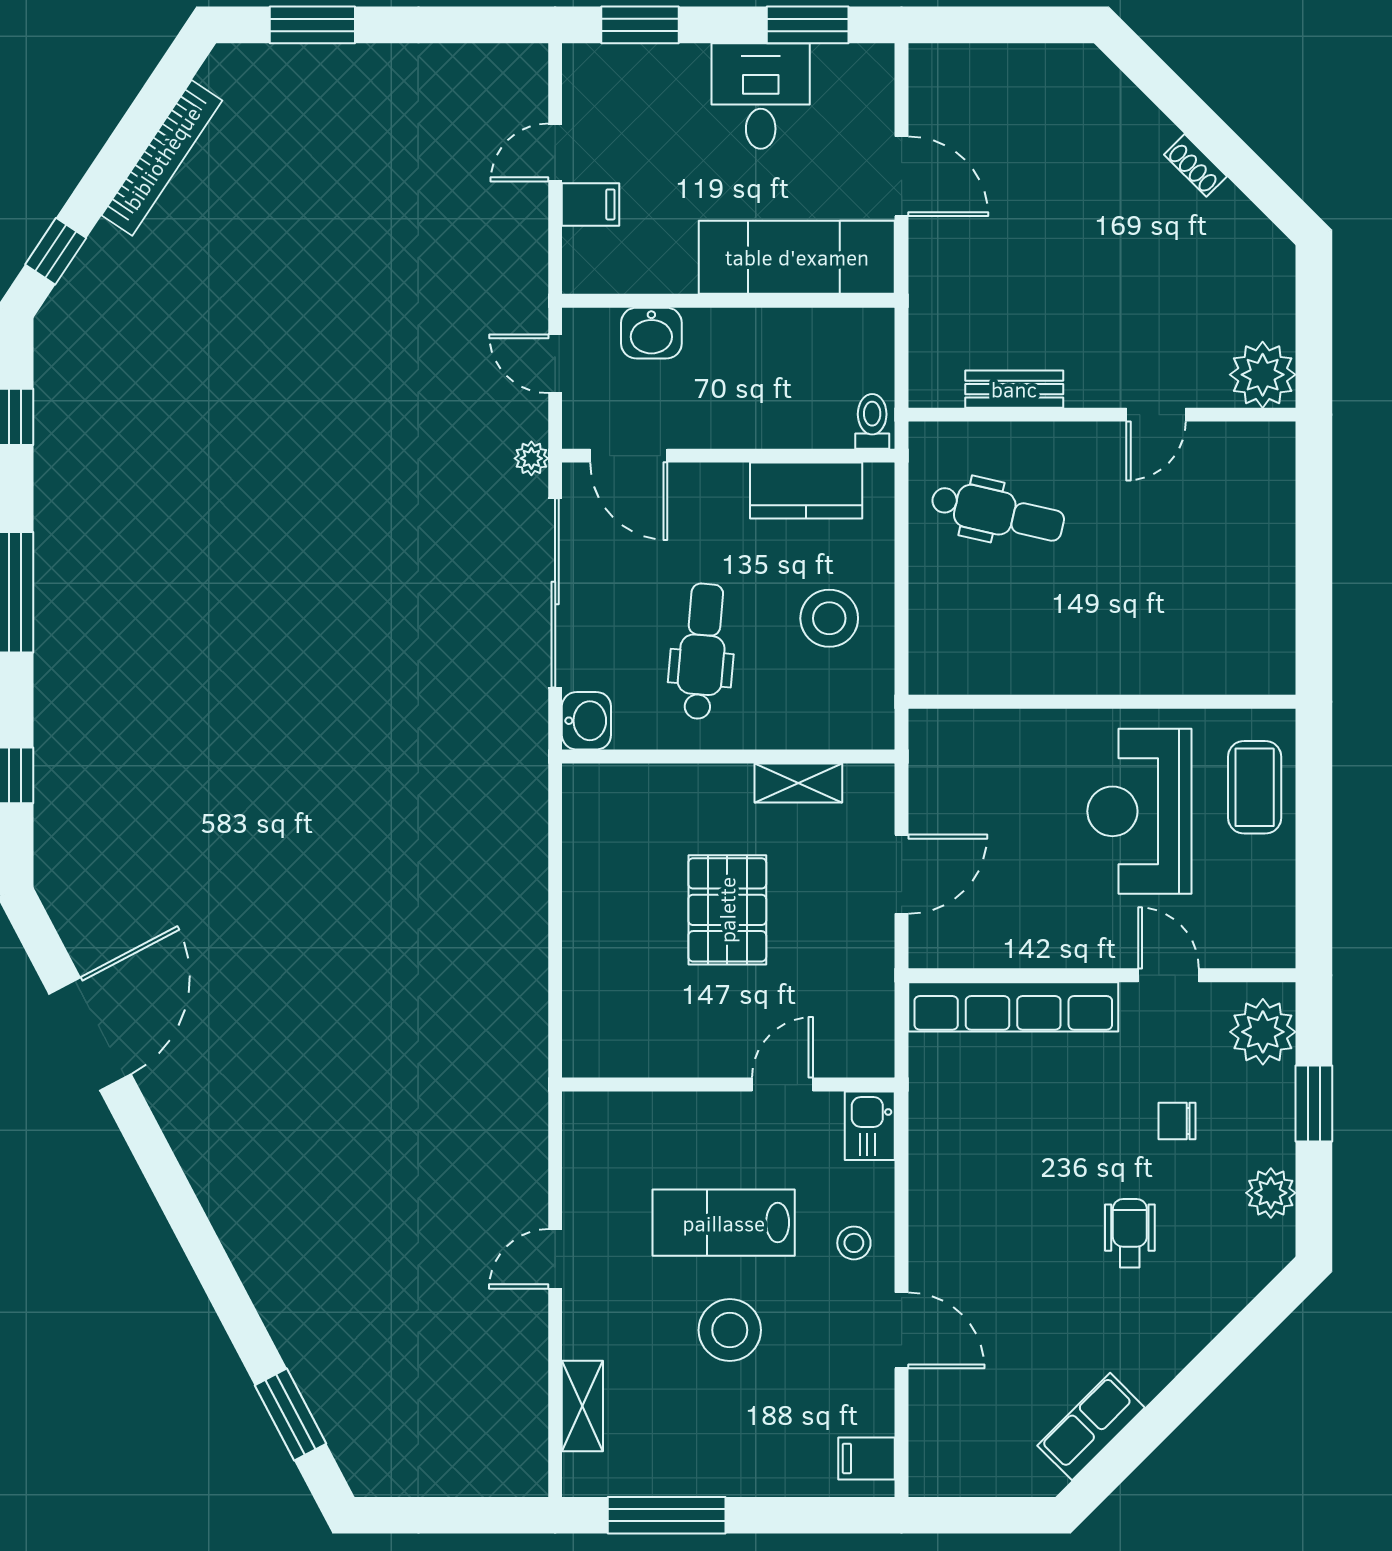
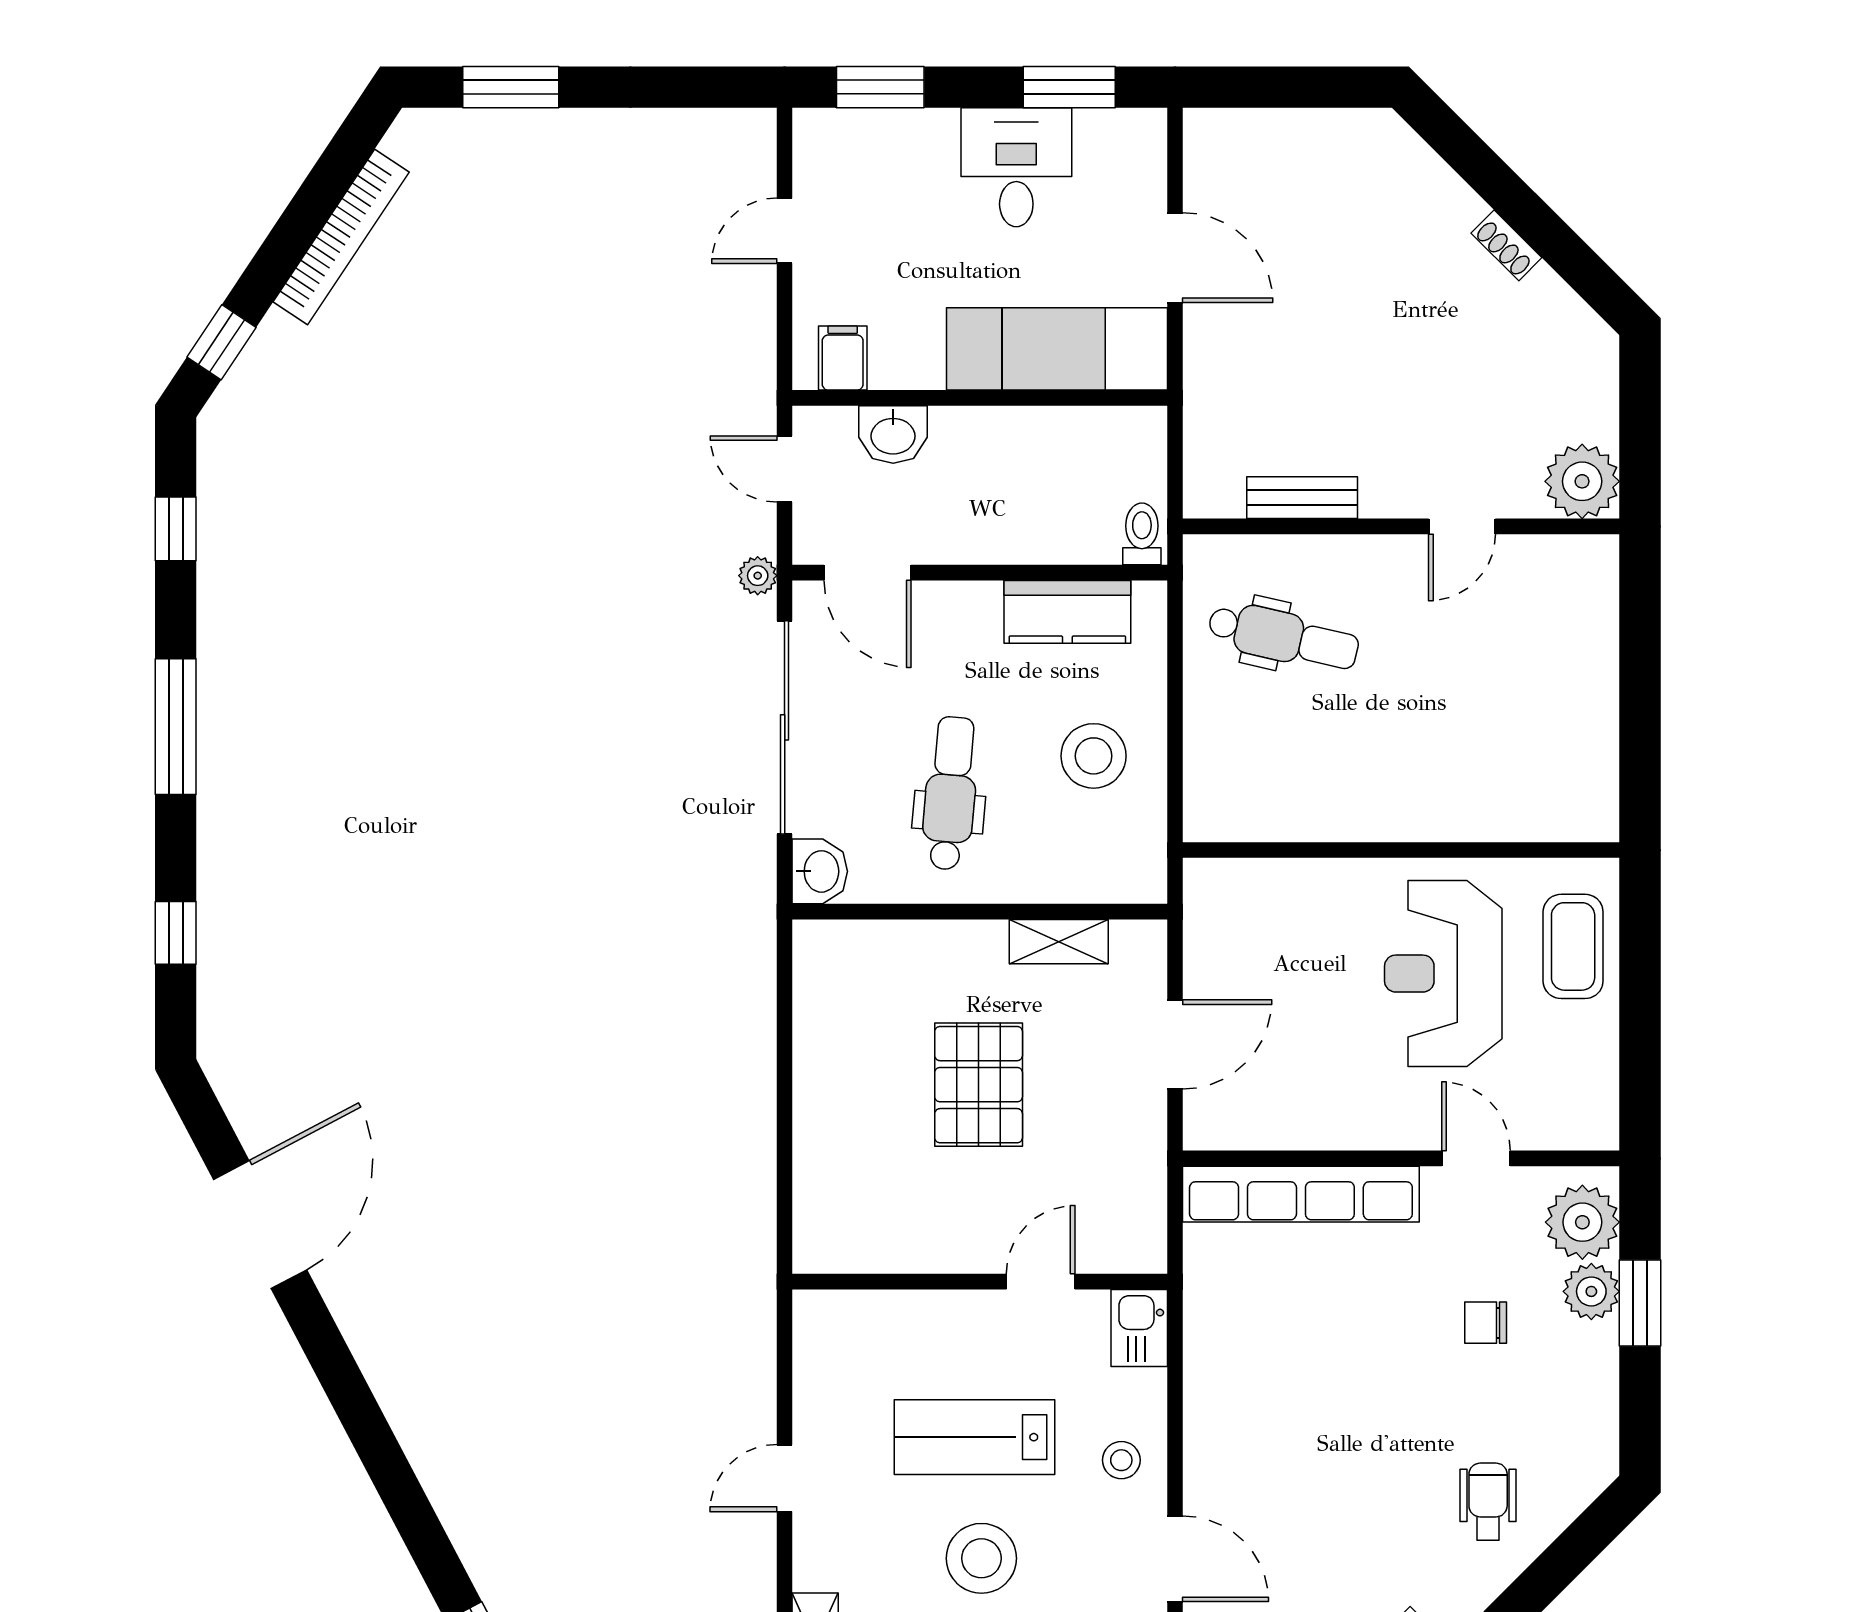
filing cabinet: (591, 204) -> (843, 358), moved, turned -90
plant: (1271, 1193) -> (1591, 1291), moved
wheelchair: (1130, 1233) -> (1488, 1502), moved

